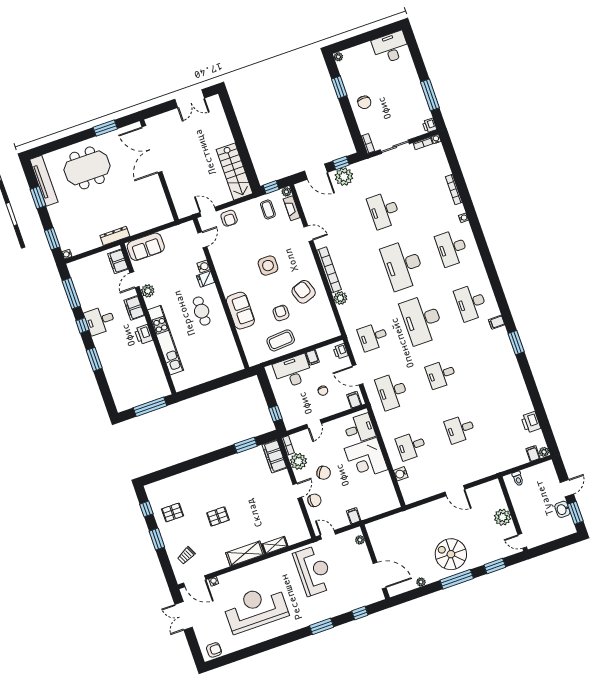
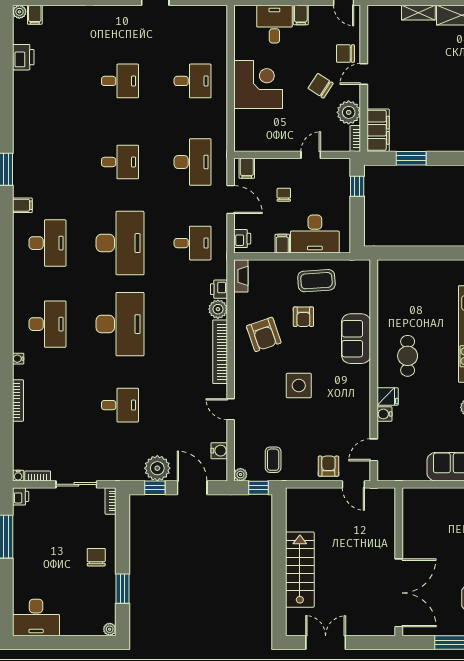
stairs: (234, 172) -> (300, 570), moved
fireplace: (292, 208) -> (241, 276), moved
desk: (384, 210) -> (120, 405), width x0.73
printer: (344, 312) -> (219, 289), added
desk: (359, 429) -> (274, 24), moved, turned 90
water cooler: (401, 474) -> (219, 451), moved

